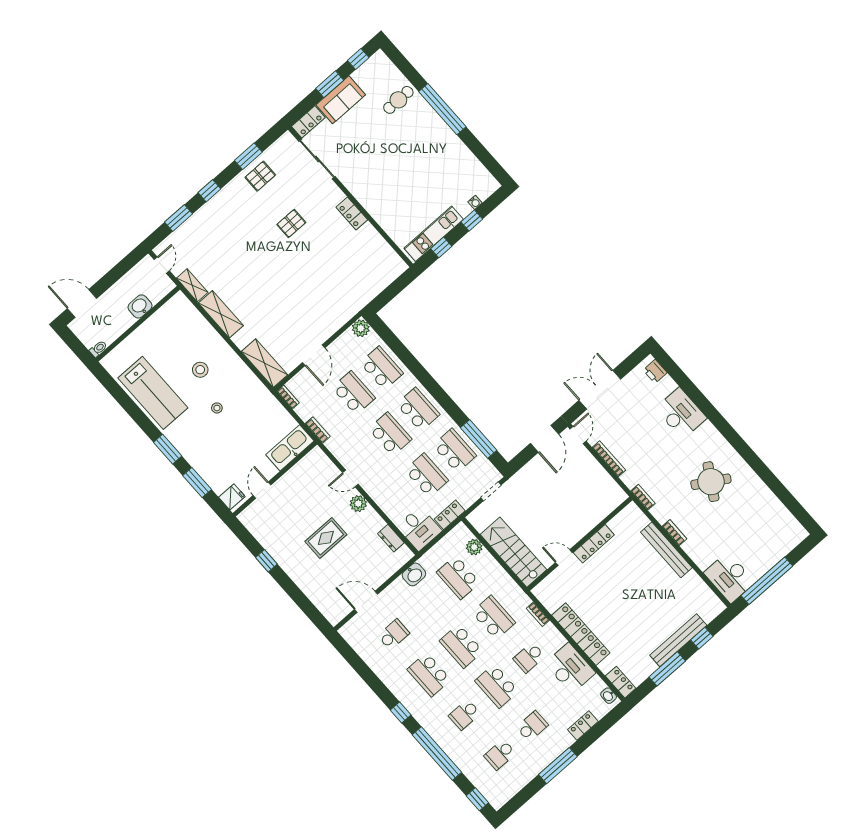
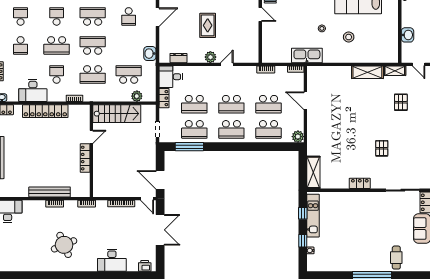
pallet: (260, 176) -> (401, 102), moved
shelving: (265, 363) -> (313, 172), moved, turned 90
kitchen sink: (290, 448) -> (307, 55), moved, turned -90
round table: (711, 482) -> (64, 245), turned 36
school desk: (497, 686) -> (57, 45), turned 180

